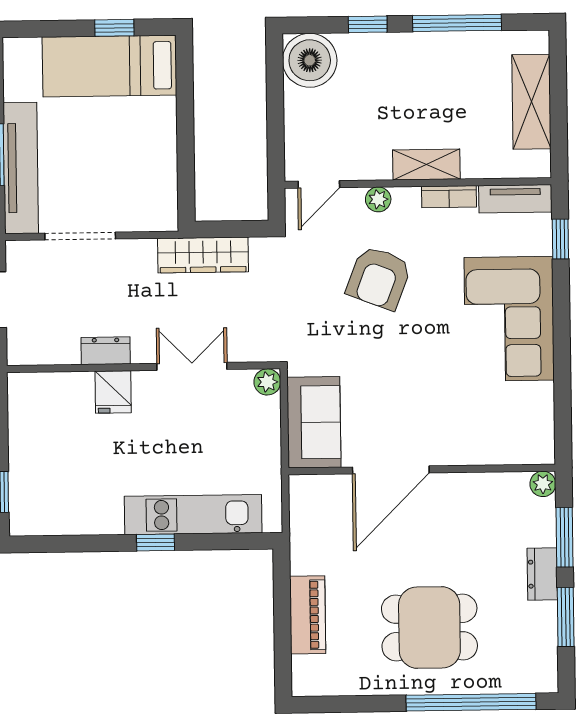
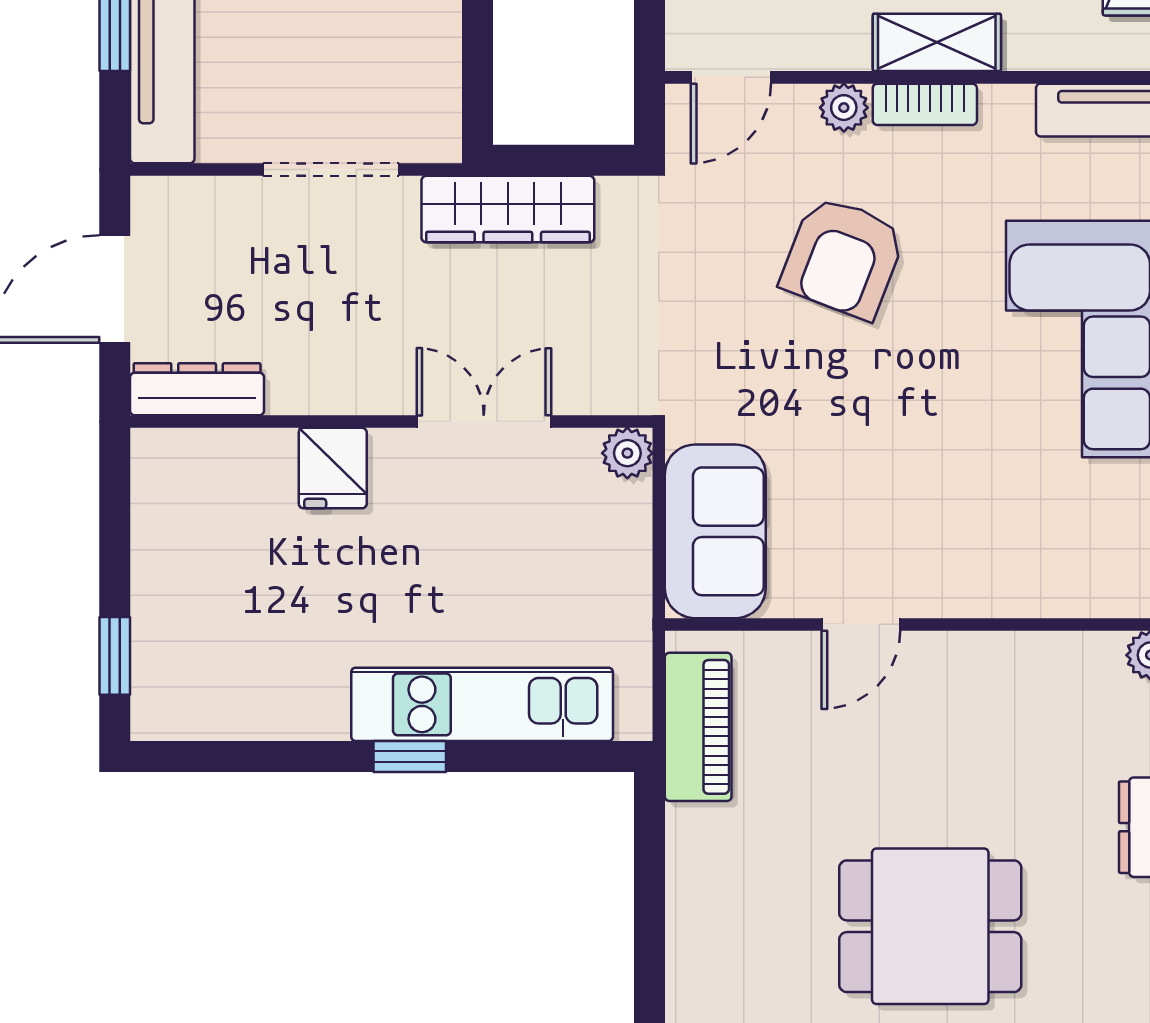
bookcase: (449, 197) -> (925, 104), moved
doorway: (80, 236) -> (331, 170), moved
dresser: (106, 351) -> (197, 389), moved, width x1.44
door: (391, 470) -> (861, 624), width x0.53
piano: (308, 615) -> (698, 727), moved

